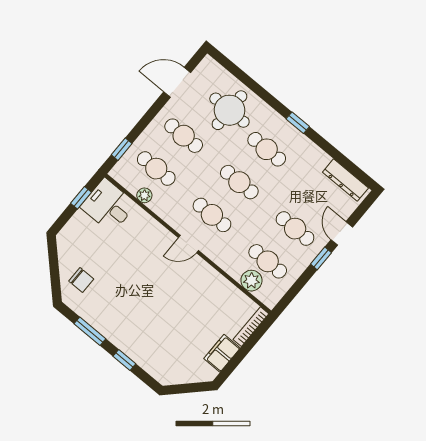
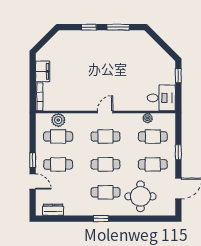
window: (122, 149) -> (178, 152), moved
dresser: (345, 180) -> (53, 210), width x0.70
window: (81, 198) -> (178, 76), moved
chair: (81, 280) -> (144, 49), removed

